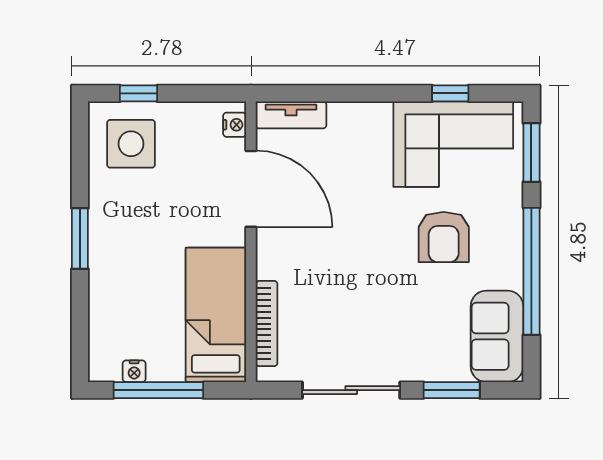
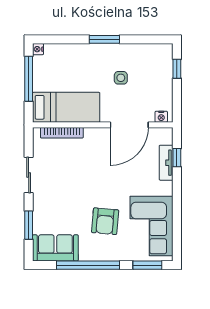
window: (450, 93) -> (177, 158), moved
tv unit: (291, 115) -> (166, 163), moved
side table: (131, 144) -> (121, 78), moved, width x0.54, depth x0.54
armchair: (444, 237) -> (105, 221), turned -85
nightstand: (134, 371) -> (38, 49), moved
sliding door: (351, 390) -> (29, 175), width x0.73

